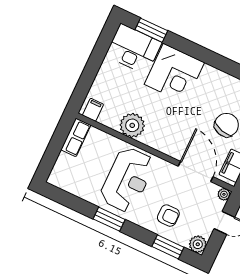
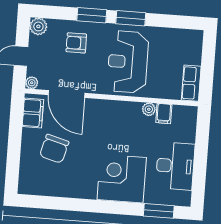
desk: (134, 49) -> (175, 166), moved, turned -90
filing cabinet: (93, 110) -> (164, 114), moved
plant: (132, 125) -> (149, 109), width x0.53, depth x0.53
window: (168, 247) -> (92, 15), moved

